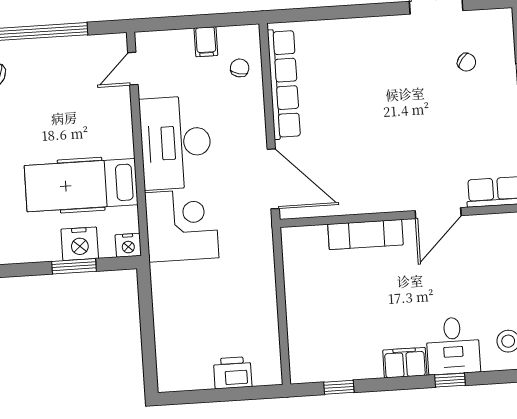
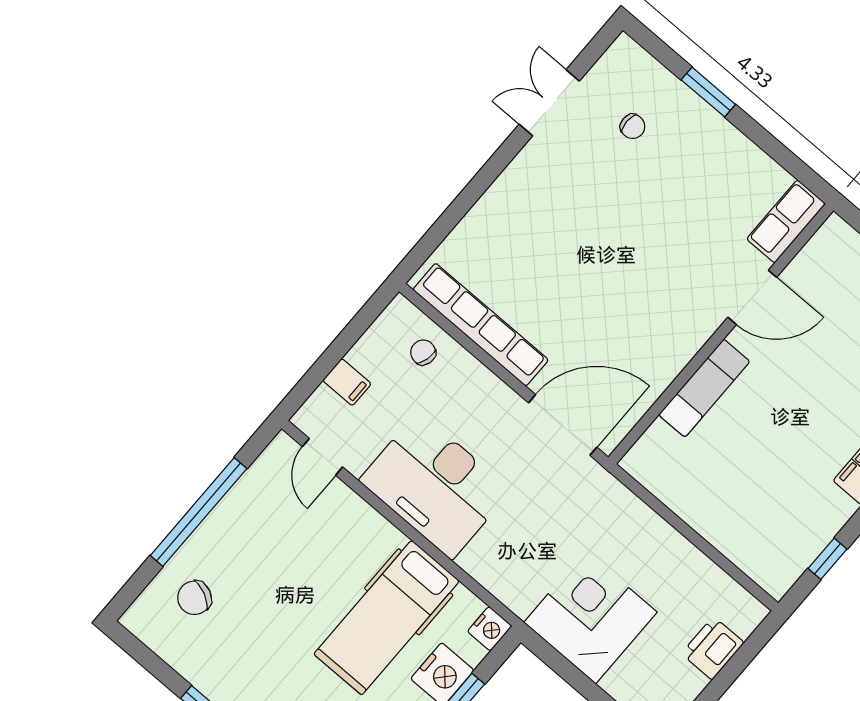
filing cabinet: (206, 42) -> (347, 382), moved
chair: (467, 62) -> (633, 126), turned 53
door: (438, 213) -> (752, 297), hinge flipped
corner desk: (182, 225) -> (590, 617), moved

